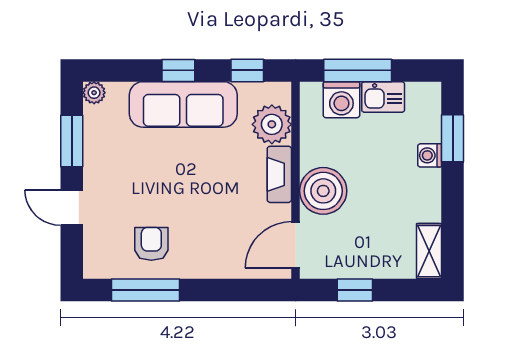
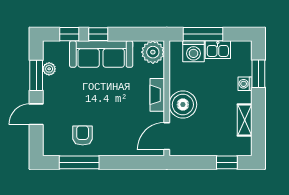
window: (247, 70) -> (69, 34), moved
plant: (94, 93) -> (49, 69), moved
plant: (272, 124) -> (153, 52), moved
door: (72, 208) -> (36, 114), hinge flipped
shelving: (429, 251) -> (245, 120), moved
window: (355, 290) -> (227, 162), moved

